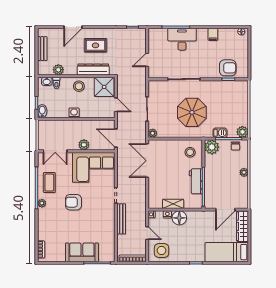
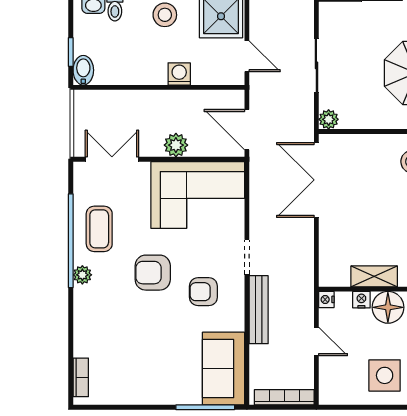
washing machine: (74, 113) -> (179, 74), moved
double door: (55, 151) -> (112, 159), swing flipped
armchair: (96, 211) -> (203, 292), added
side table: (161, 251) -> (385, 375), moved
sofa: (82, 252) -> (224, 369), moved, turned -90

